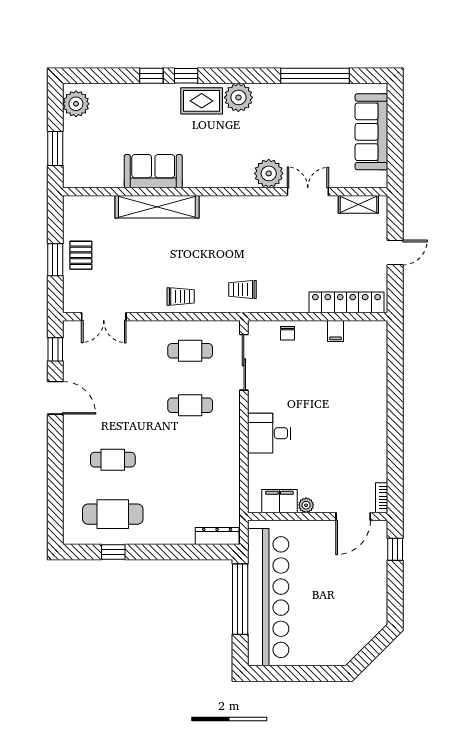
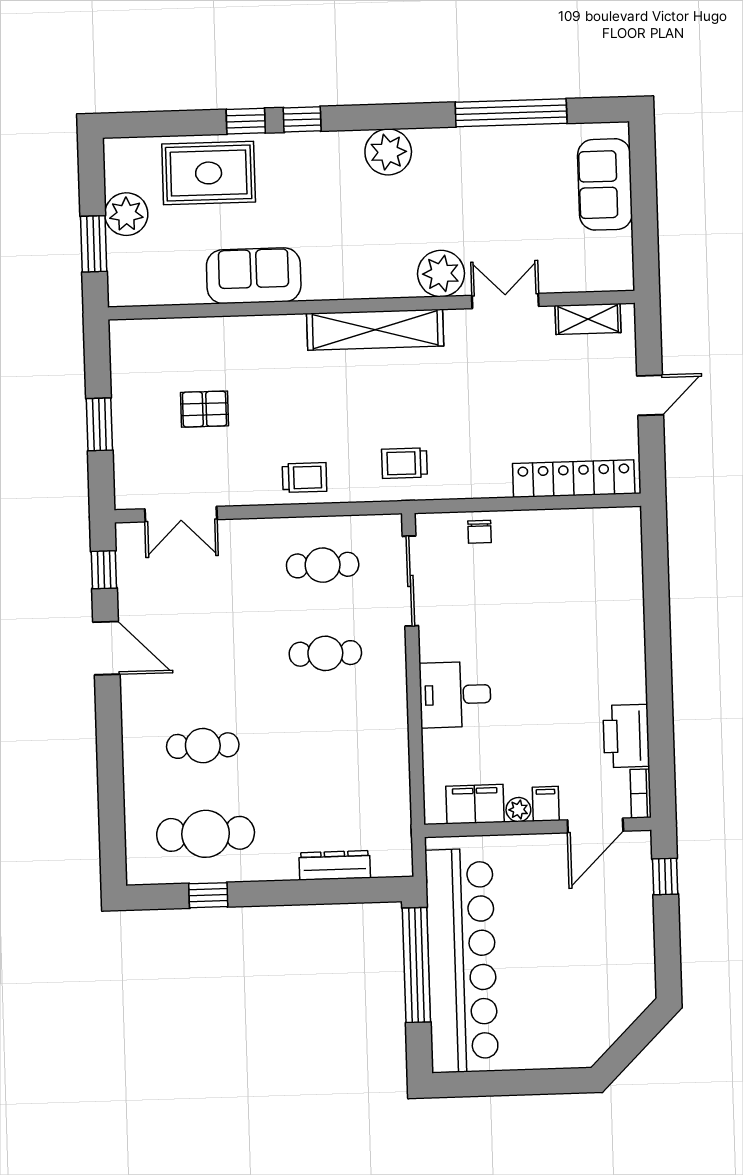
rug: (202, 101) -> (209, 173), moved, width x1.36, depth x1.43
plant: (76, 104) -> (126, 214), moved
sofa: (371, 132) -> (605, 184), width x0.73
shelving: (157, 207) -> (375, 330), moved
pallet: (81, 255) -> (204, 409), moved, turned 90
filing cabinet: (336, 331) -> (546, 804), moved, turned 180
printer: (374, 462) -> (626, 736), added
dresser: (217, 536) -> (335, 865), moved

